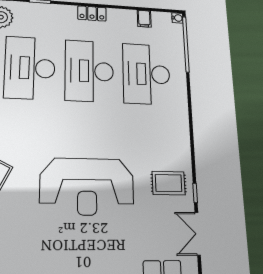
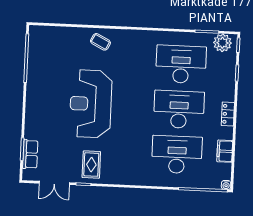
filing cabinet: (144, 19) -> (225, 151), width x2.00
double door: (198, 234) -> (54, 183), swing flipped

